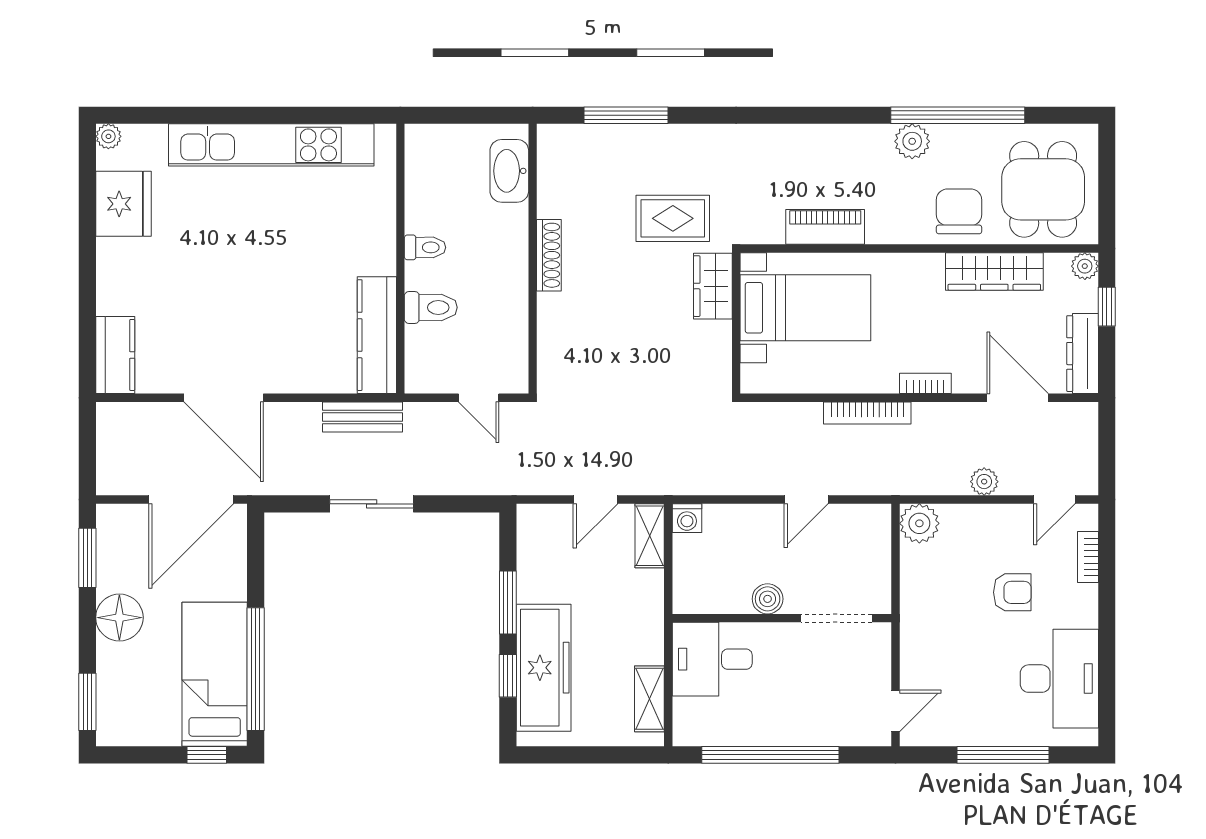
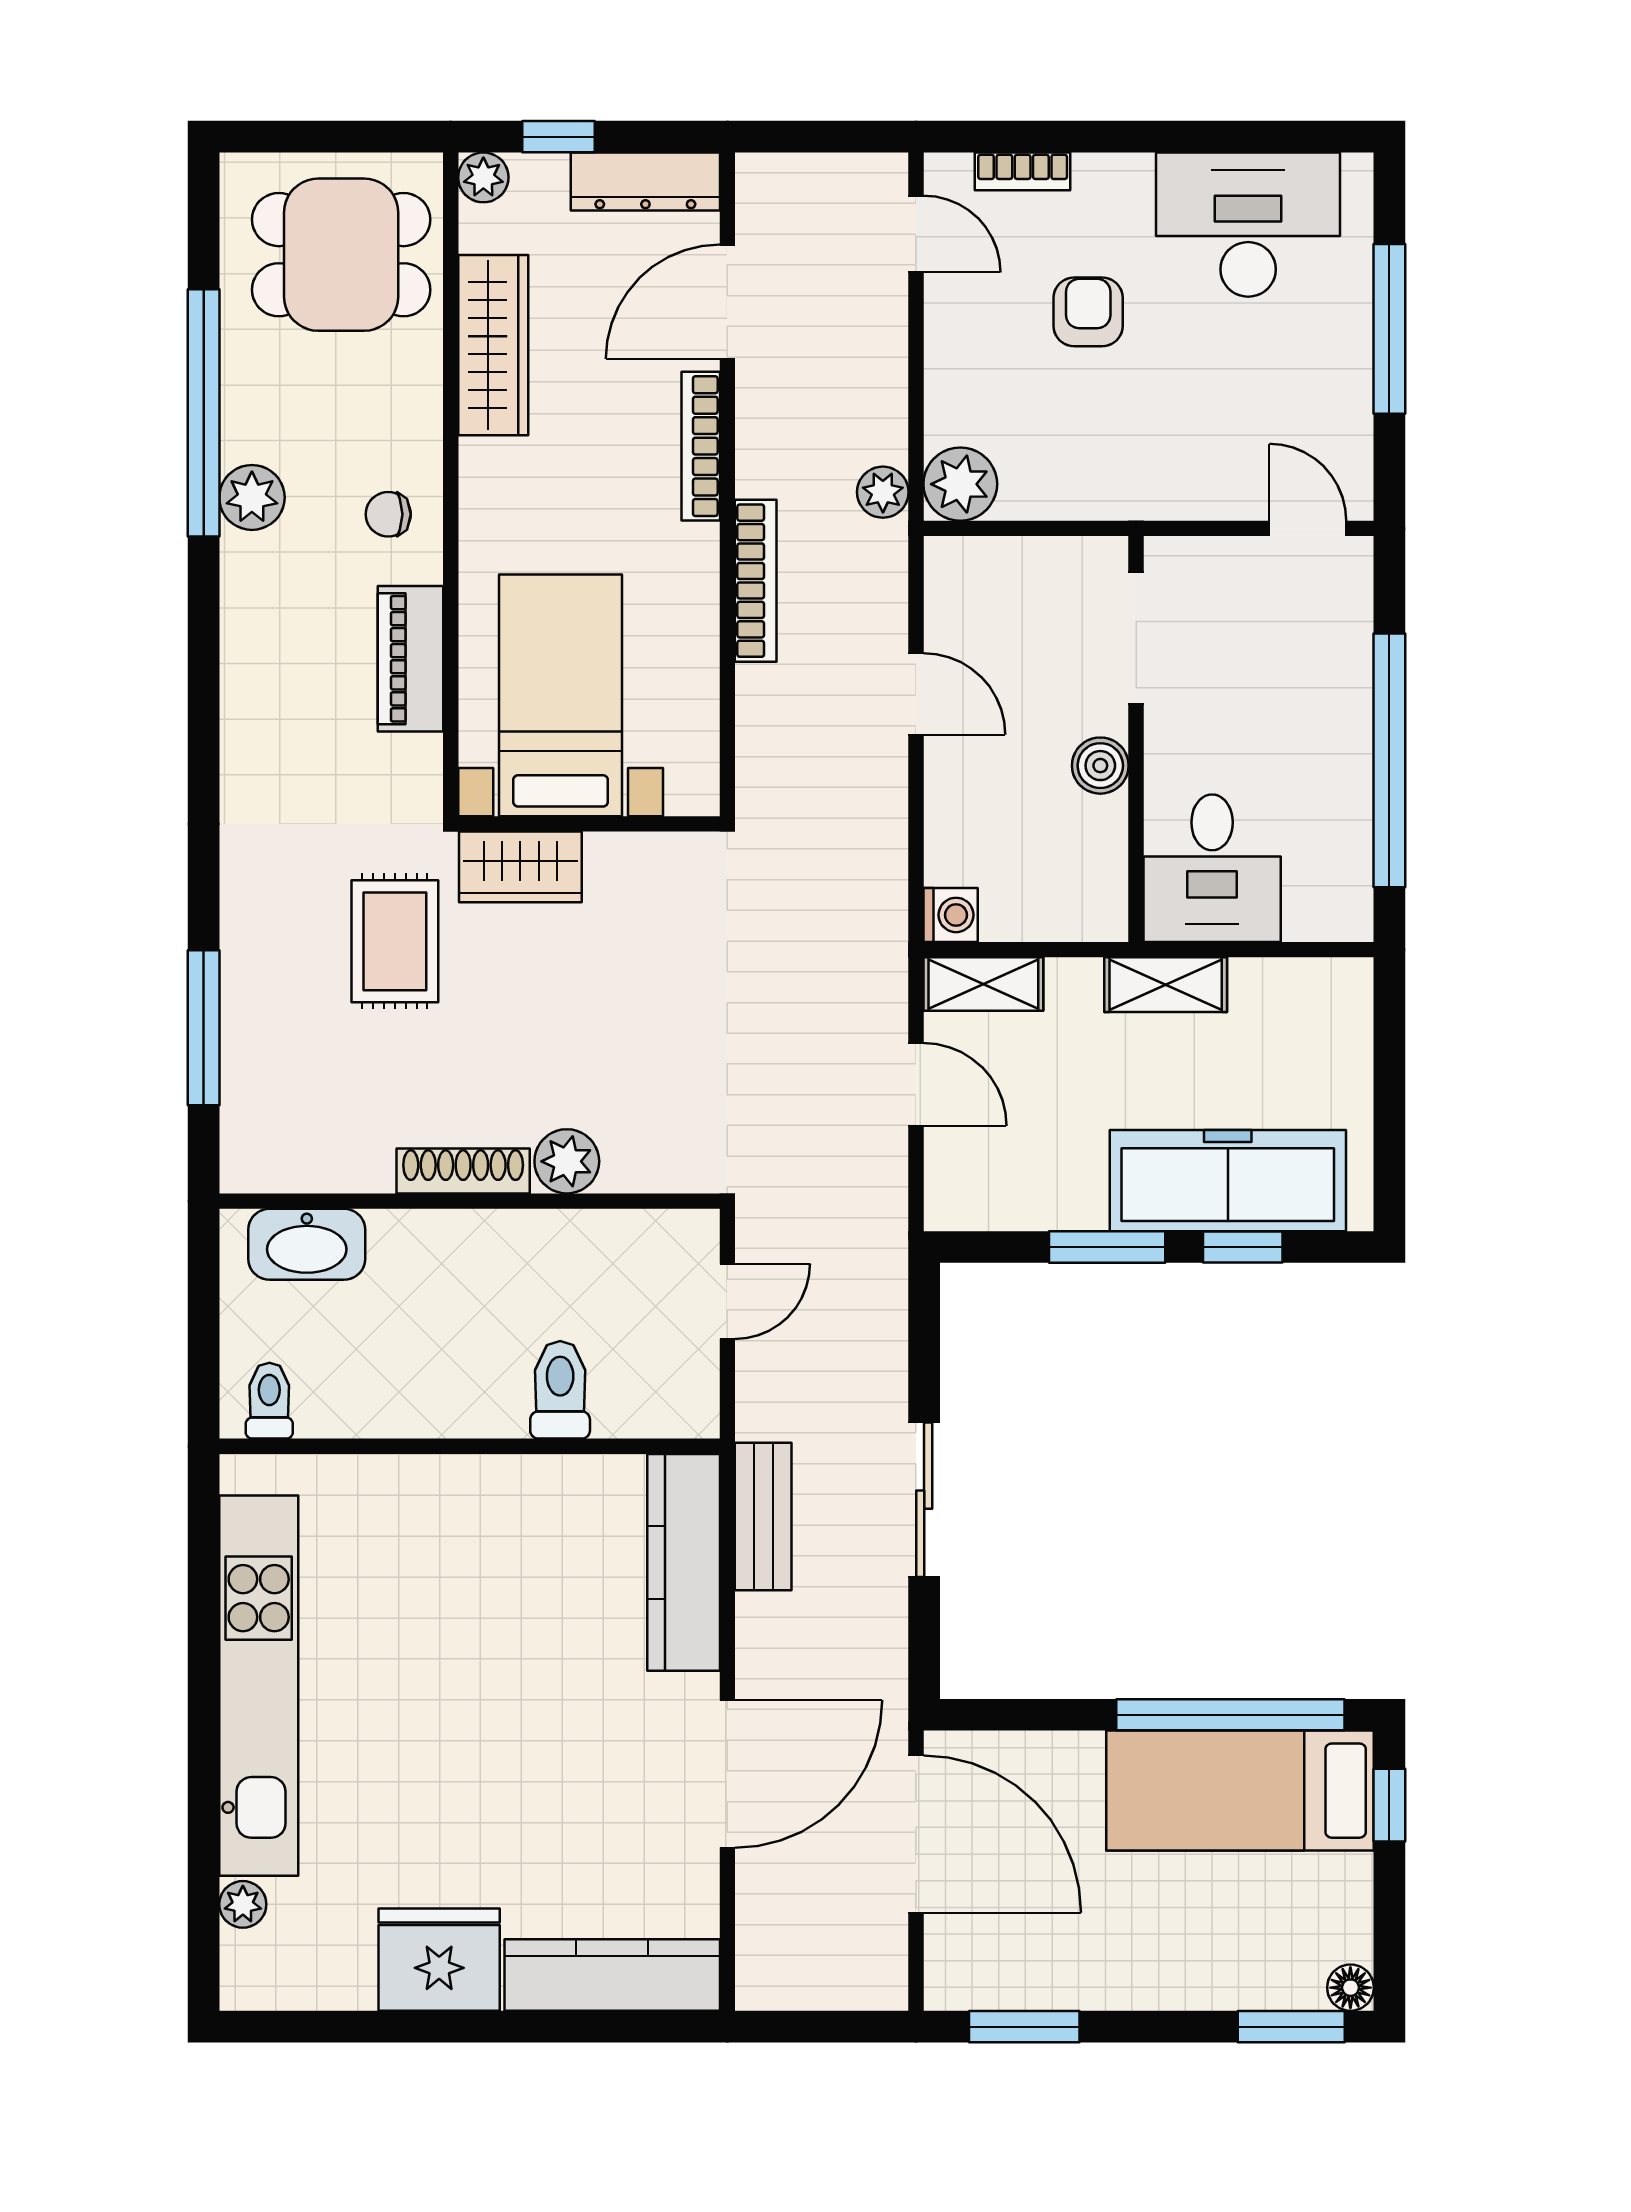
plant: (108, 136) -> (243, 1904), moved
fridge: (123, 204) -> (439, 1960), moved
chair: (959, 211) -> (388, 514), moved, width x0.54, depth x0.54
toilet: (425, 247) -> (269, 1401), moved
plant: (554, 311) -> (567, 1161), added
kitchen counter: (377, 335) -> (684, 1562), moved, turned 90
kitchen counter: (115, 355) -> (612, 1975), width x1.50
bookcase: (925, 383) -> (701, 446), width x1.56
plant: (984, 482) -> (883, 492), moved
floor lamp: (119, 618) -> (1350, 1988), moved, width x0.53, depth x0.53
shelving: (649, 699) -> (1166, 985), moved

